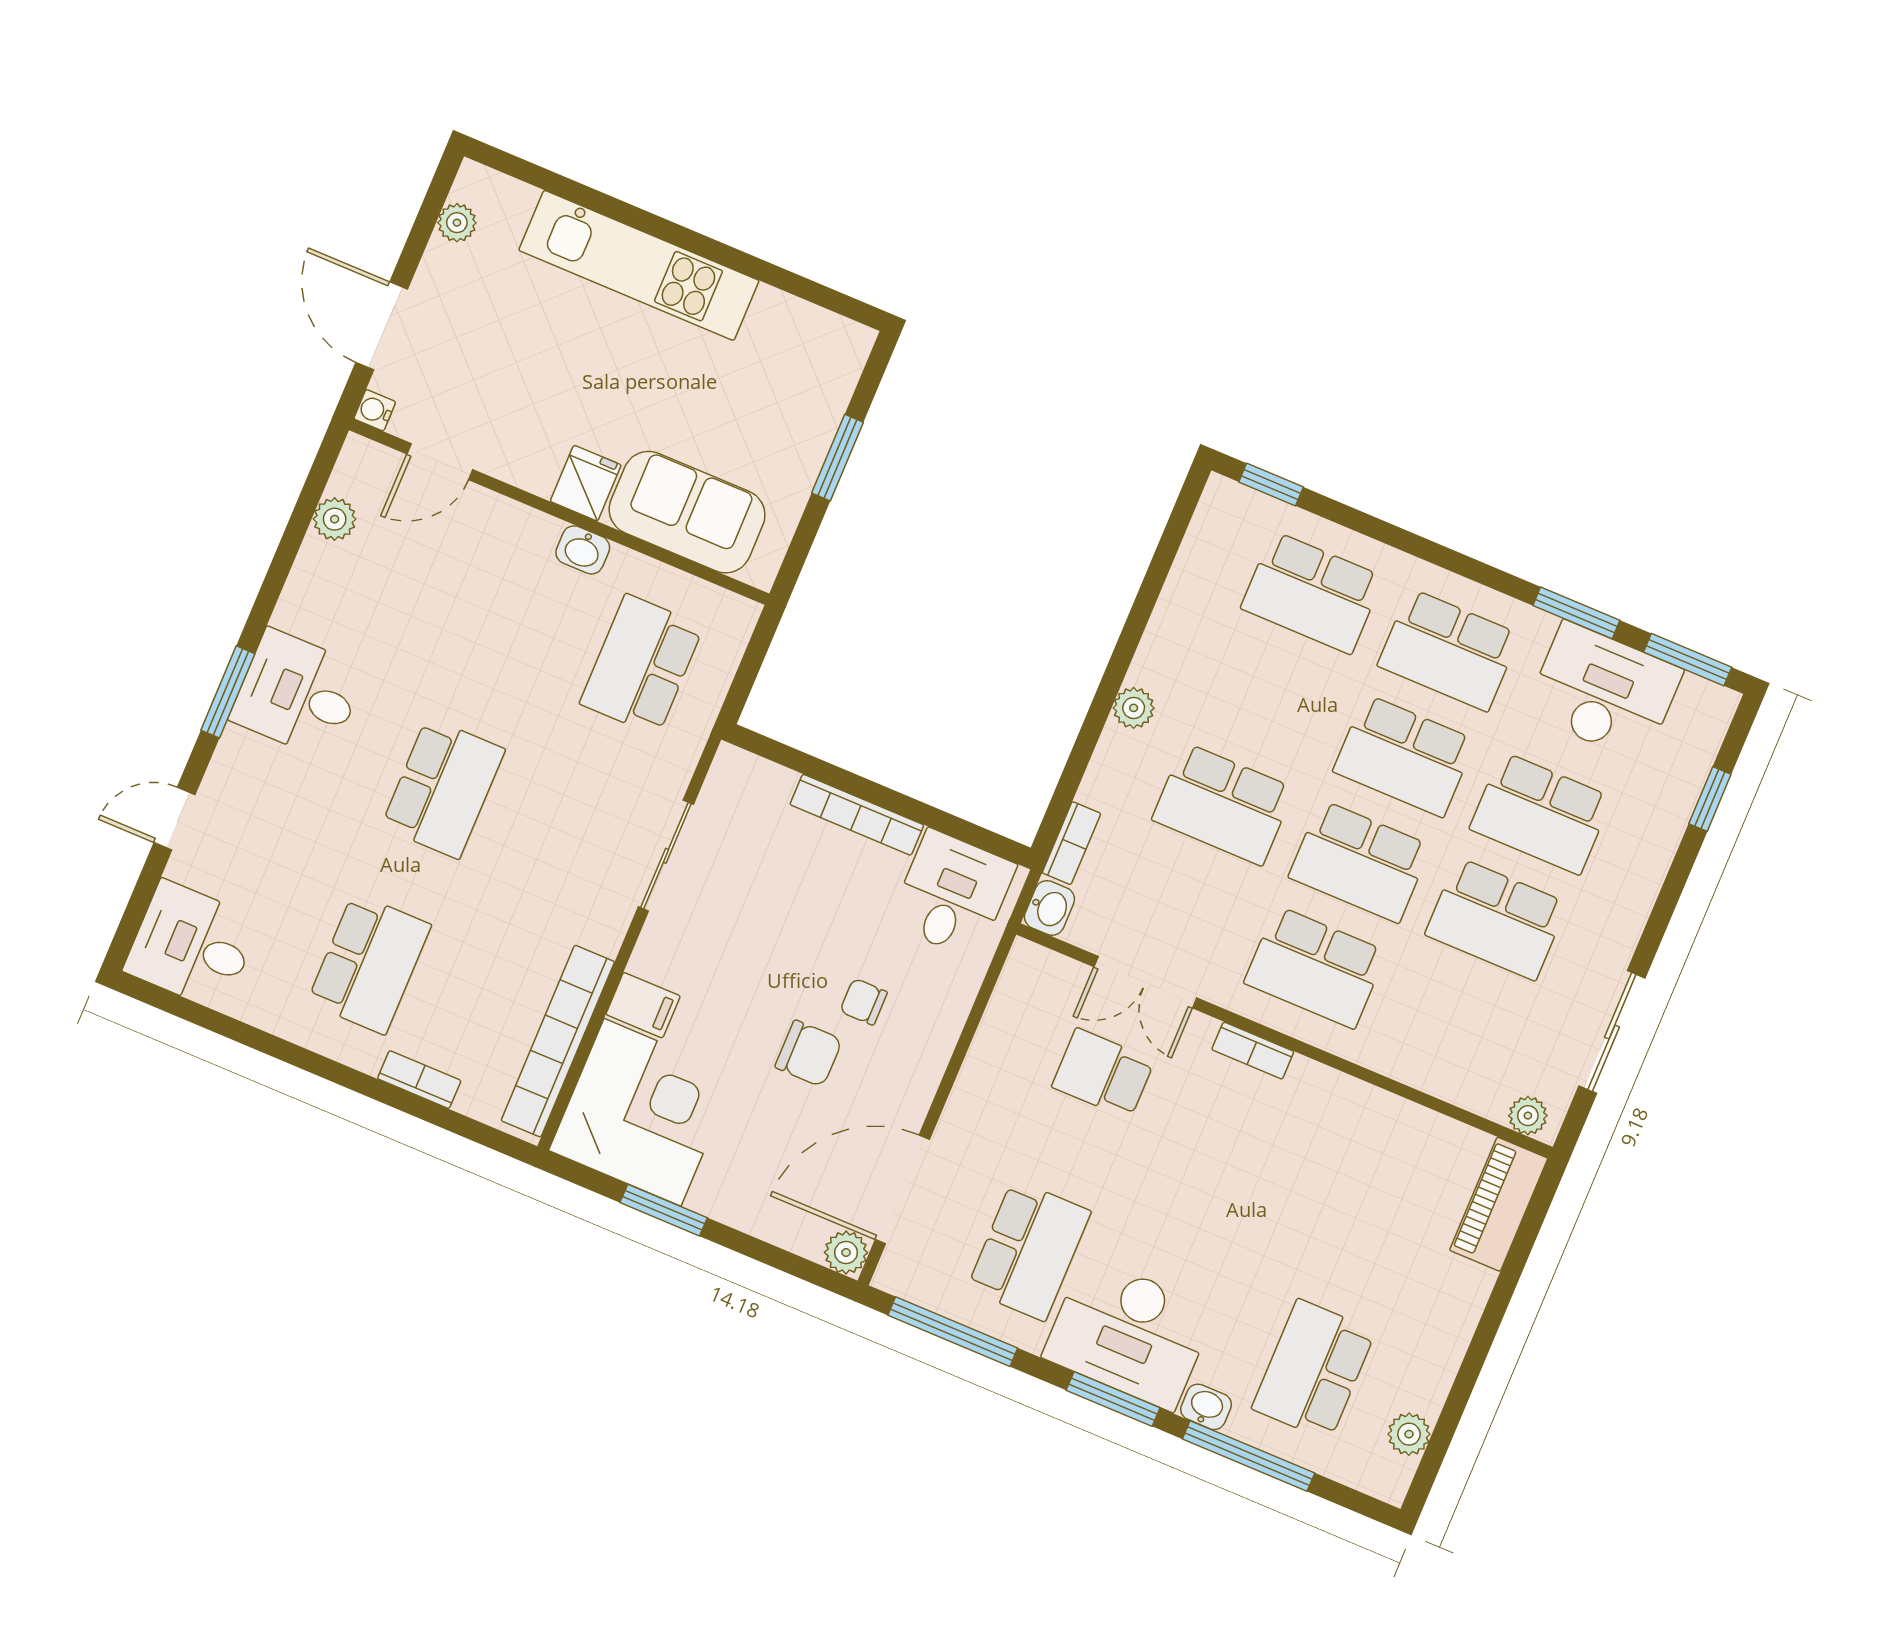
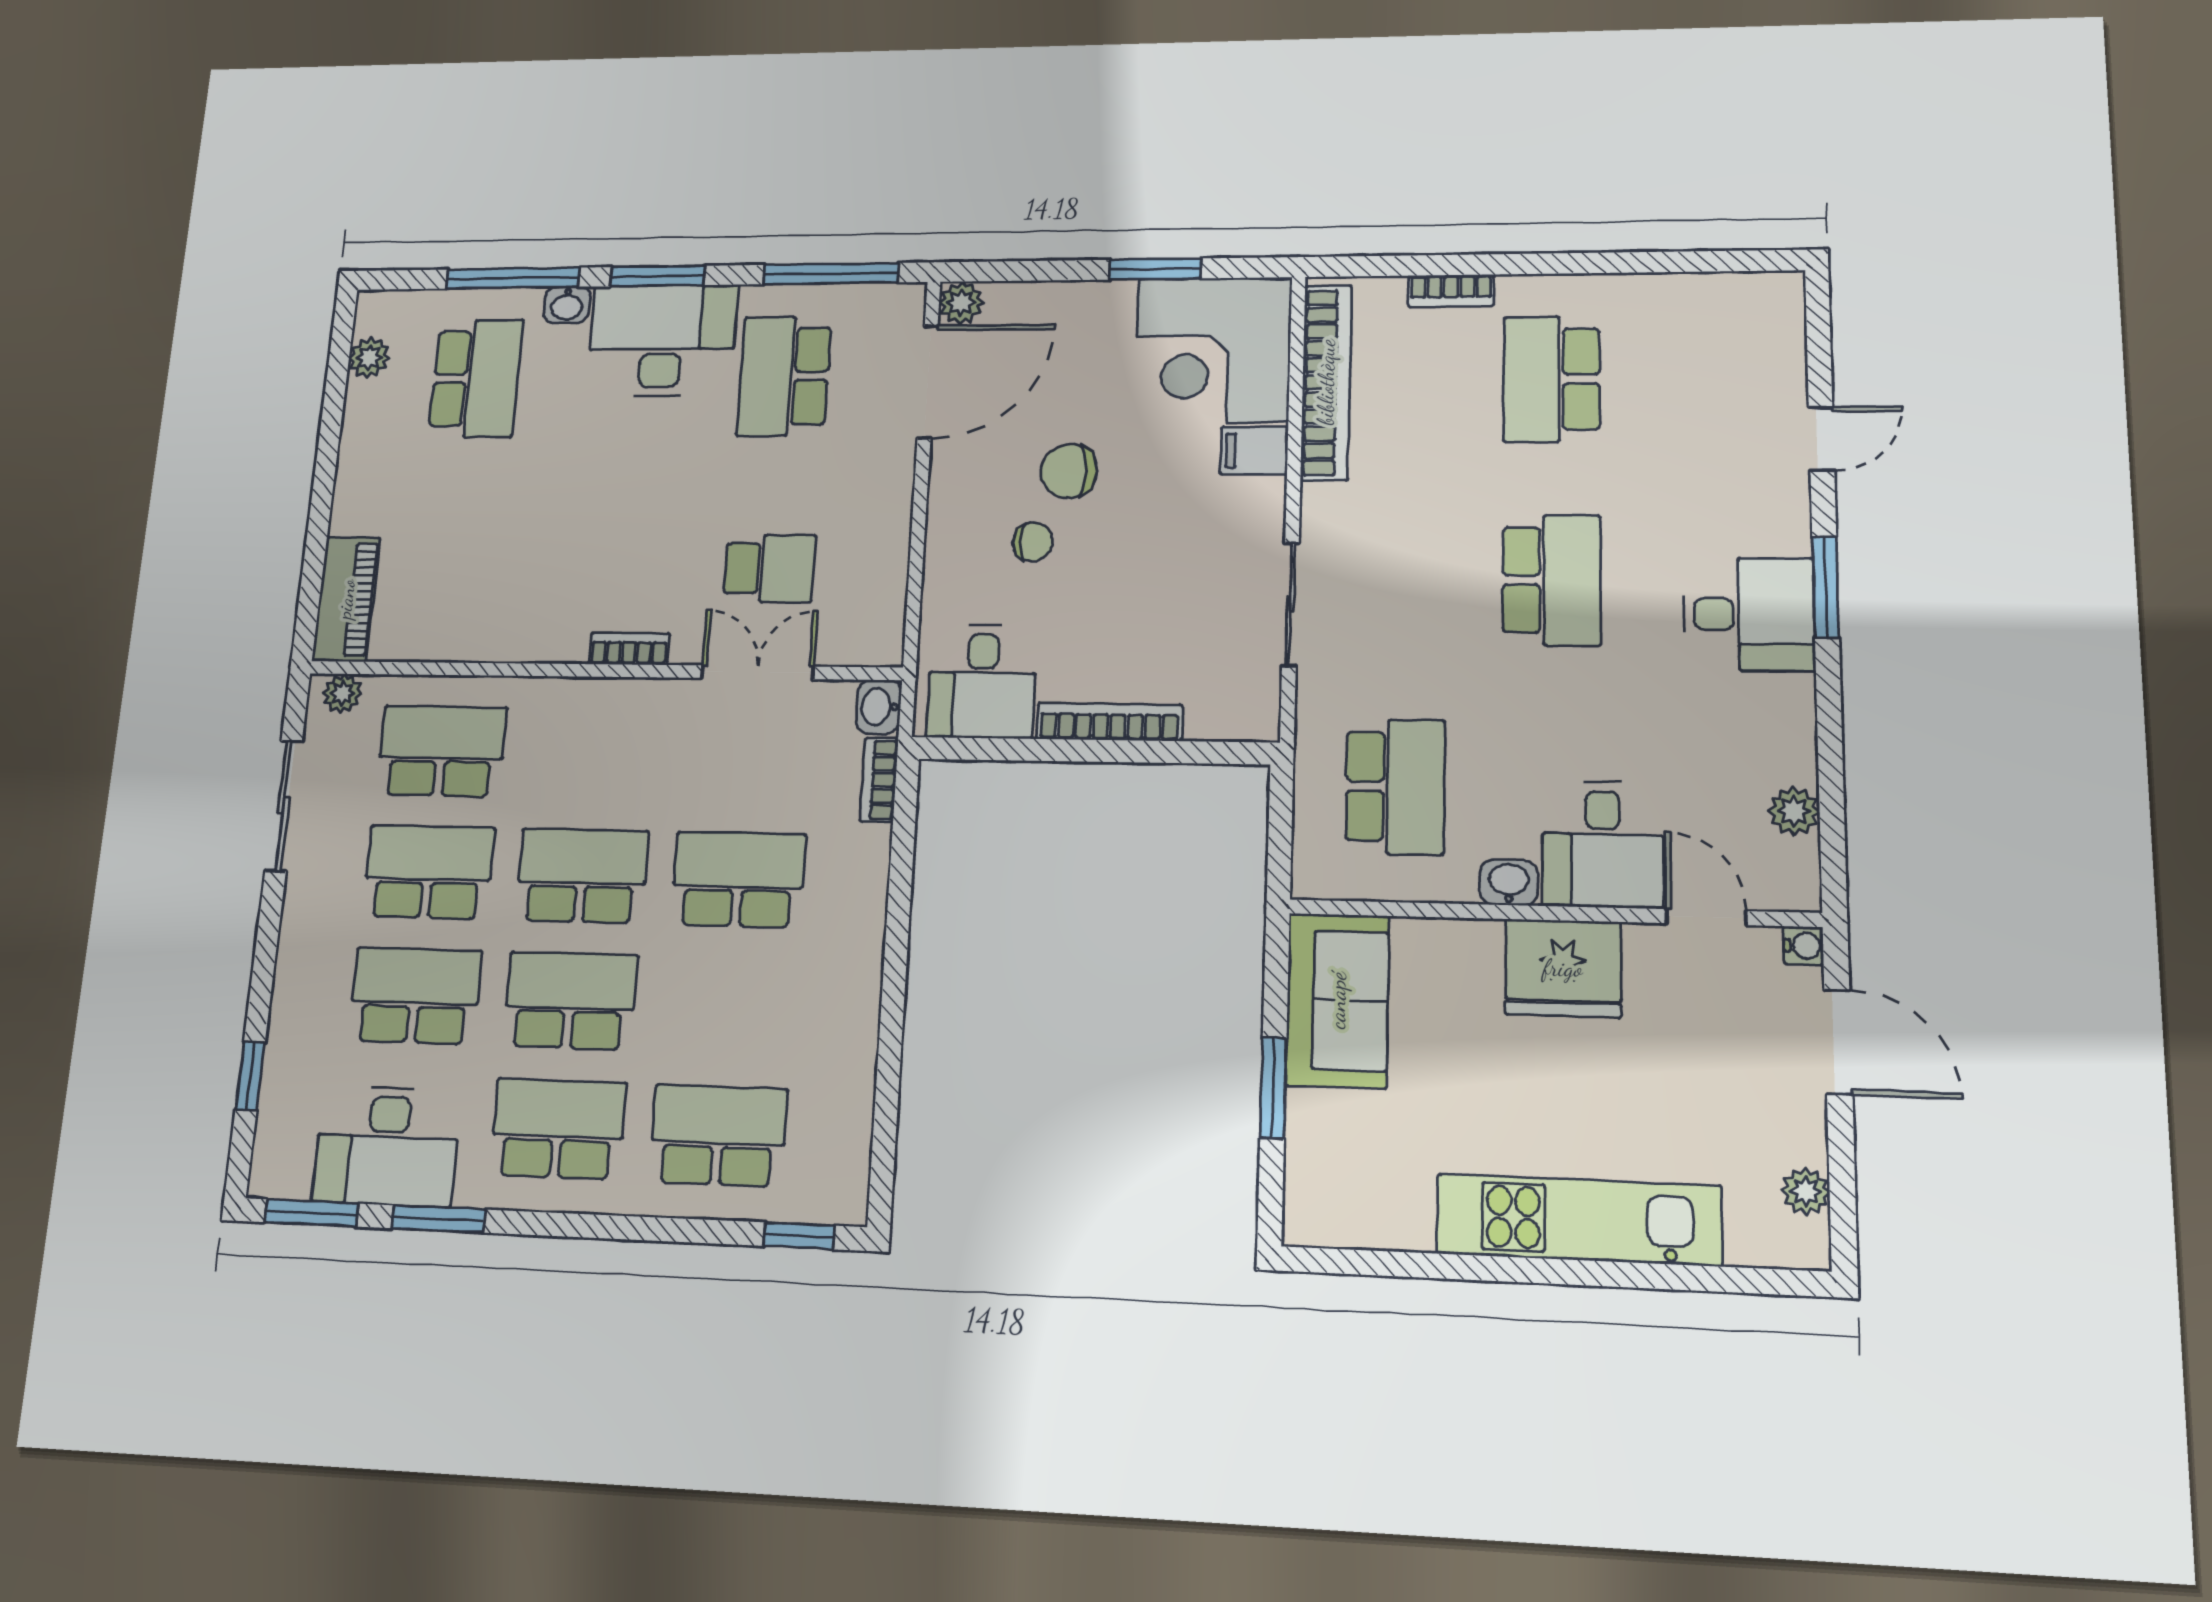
door: (440, 462) -> (1706, 917), hinge flipped
fridge: (586, 483) -> (1563, 968), width x1.88, depth x1.34
sofa: (687, 512) -> (1337, 1000), moved, turned -90
plant: (1134, 708) -> (863, 942), removed
school desk: (443, 788) -> (1552, 580), turned 180
desk: (192, 945) -> (1603, 844), moved, turned 90
school desk: (1315, 967) -> (442, 751), moved

